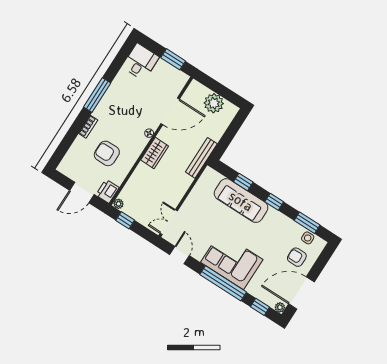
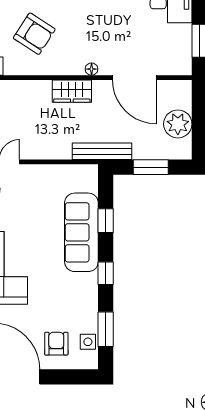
window: (229, 135) -> (151, 167), added
armchair: (107, 153) -> (34, 34), turned 123

